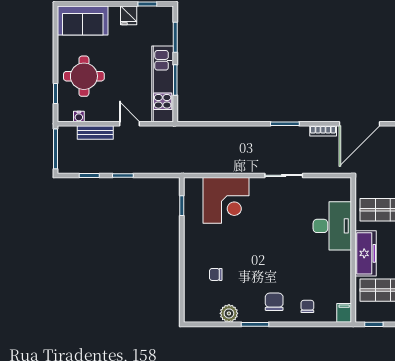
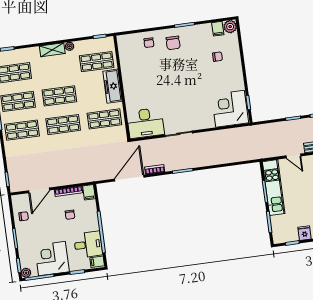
corner desk: (226, 200) -> (230, 109), moved
desk: (332, 226) -> (145, 123), moved, turned -90
plant: (229, 313) -> (230, 27), moved
filing cabinet: (344, 313) -> (218, 29), moved

